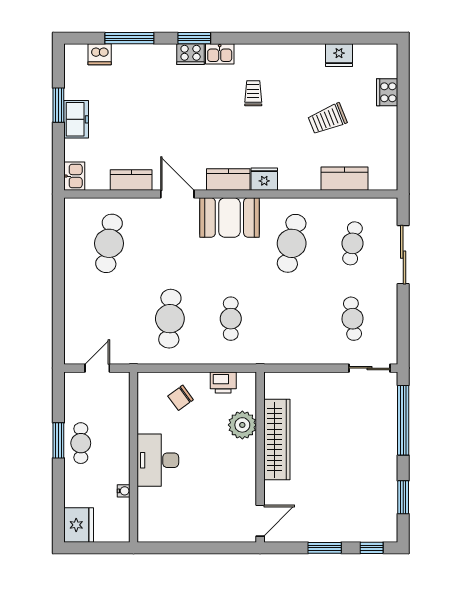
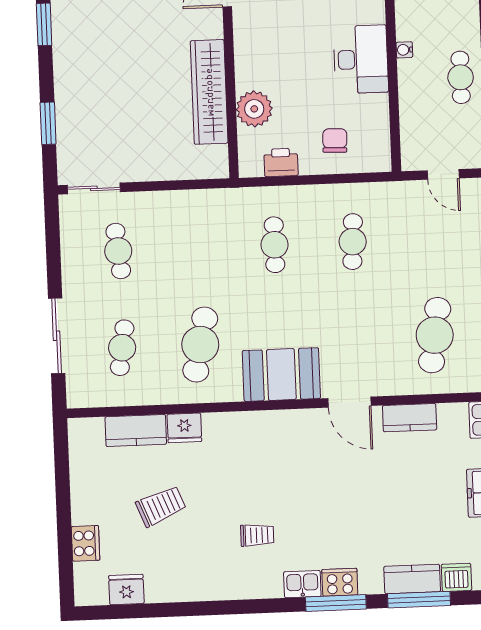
window: (194, 38) -> (336, 603), width x1.44
fridge: (339, 55) -> (126, 590), moved
trolley: (253, 93) -> (257, 535), turned -90
kitchen counter: (228, 179) -> (412, 579), moved, turned 180
fridge: (264, 179) -> (184, 428), moved
cafe table: (170, 319) -> (353, 242), width x0.73, depth x0.74
door: (97, 368) -> (443, 174), hinge flipped
chair: (181, 398) -> (335, 141), turned -52
window: (403, 420) -> (48, 123), width x0.47
water cooler: (124, 491) -> (404, 50), moved

